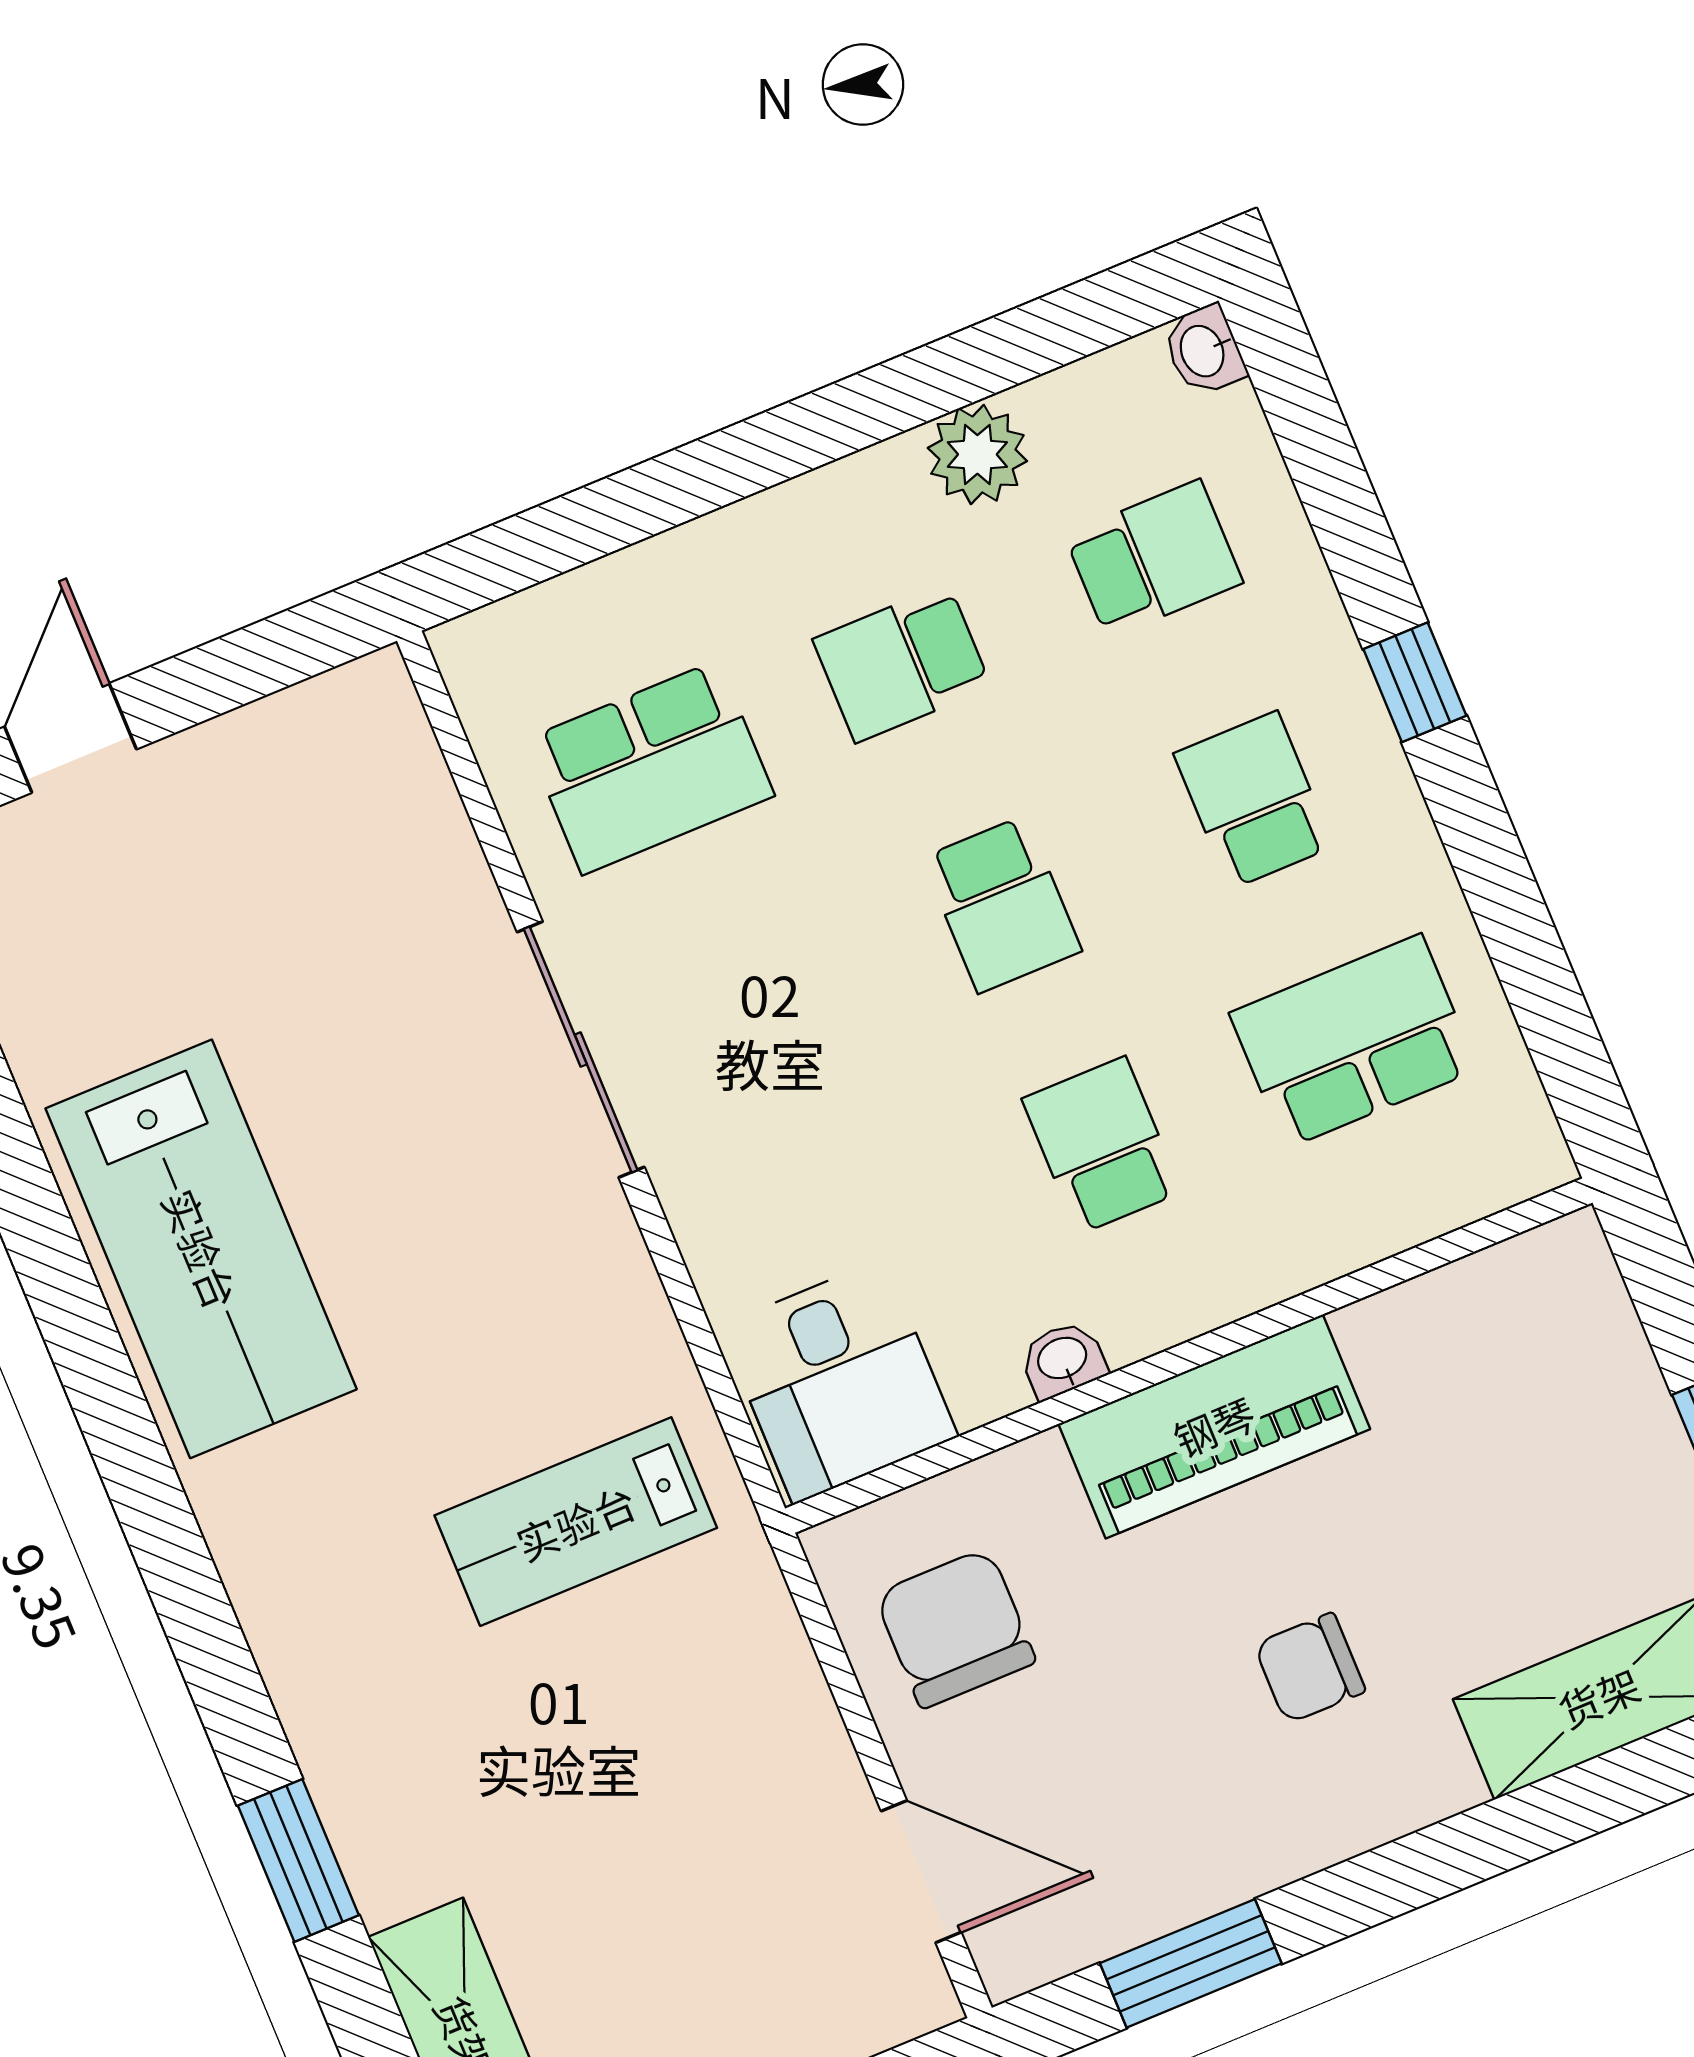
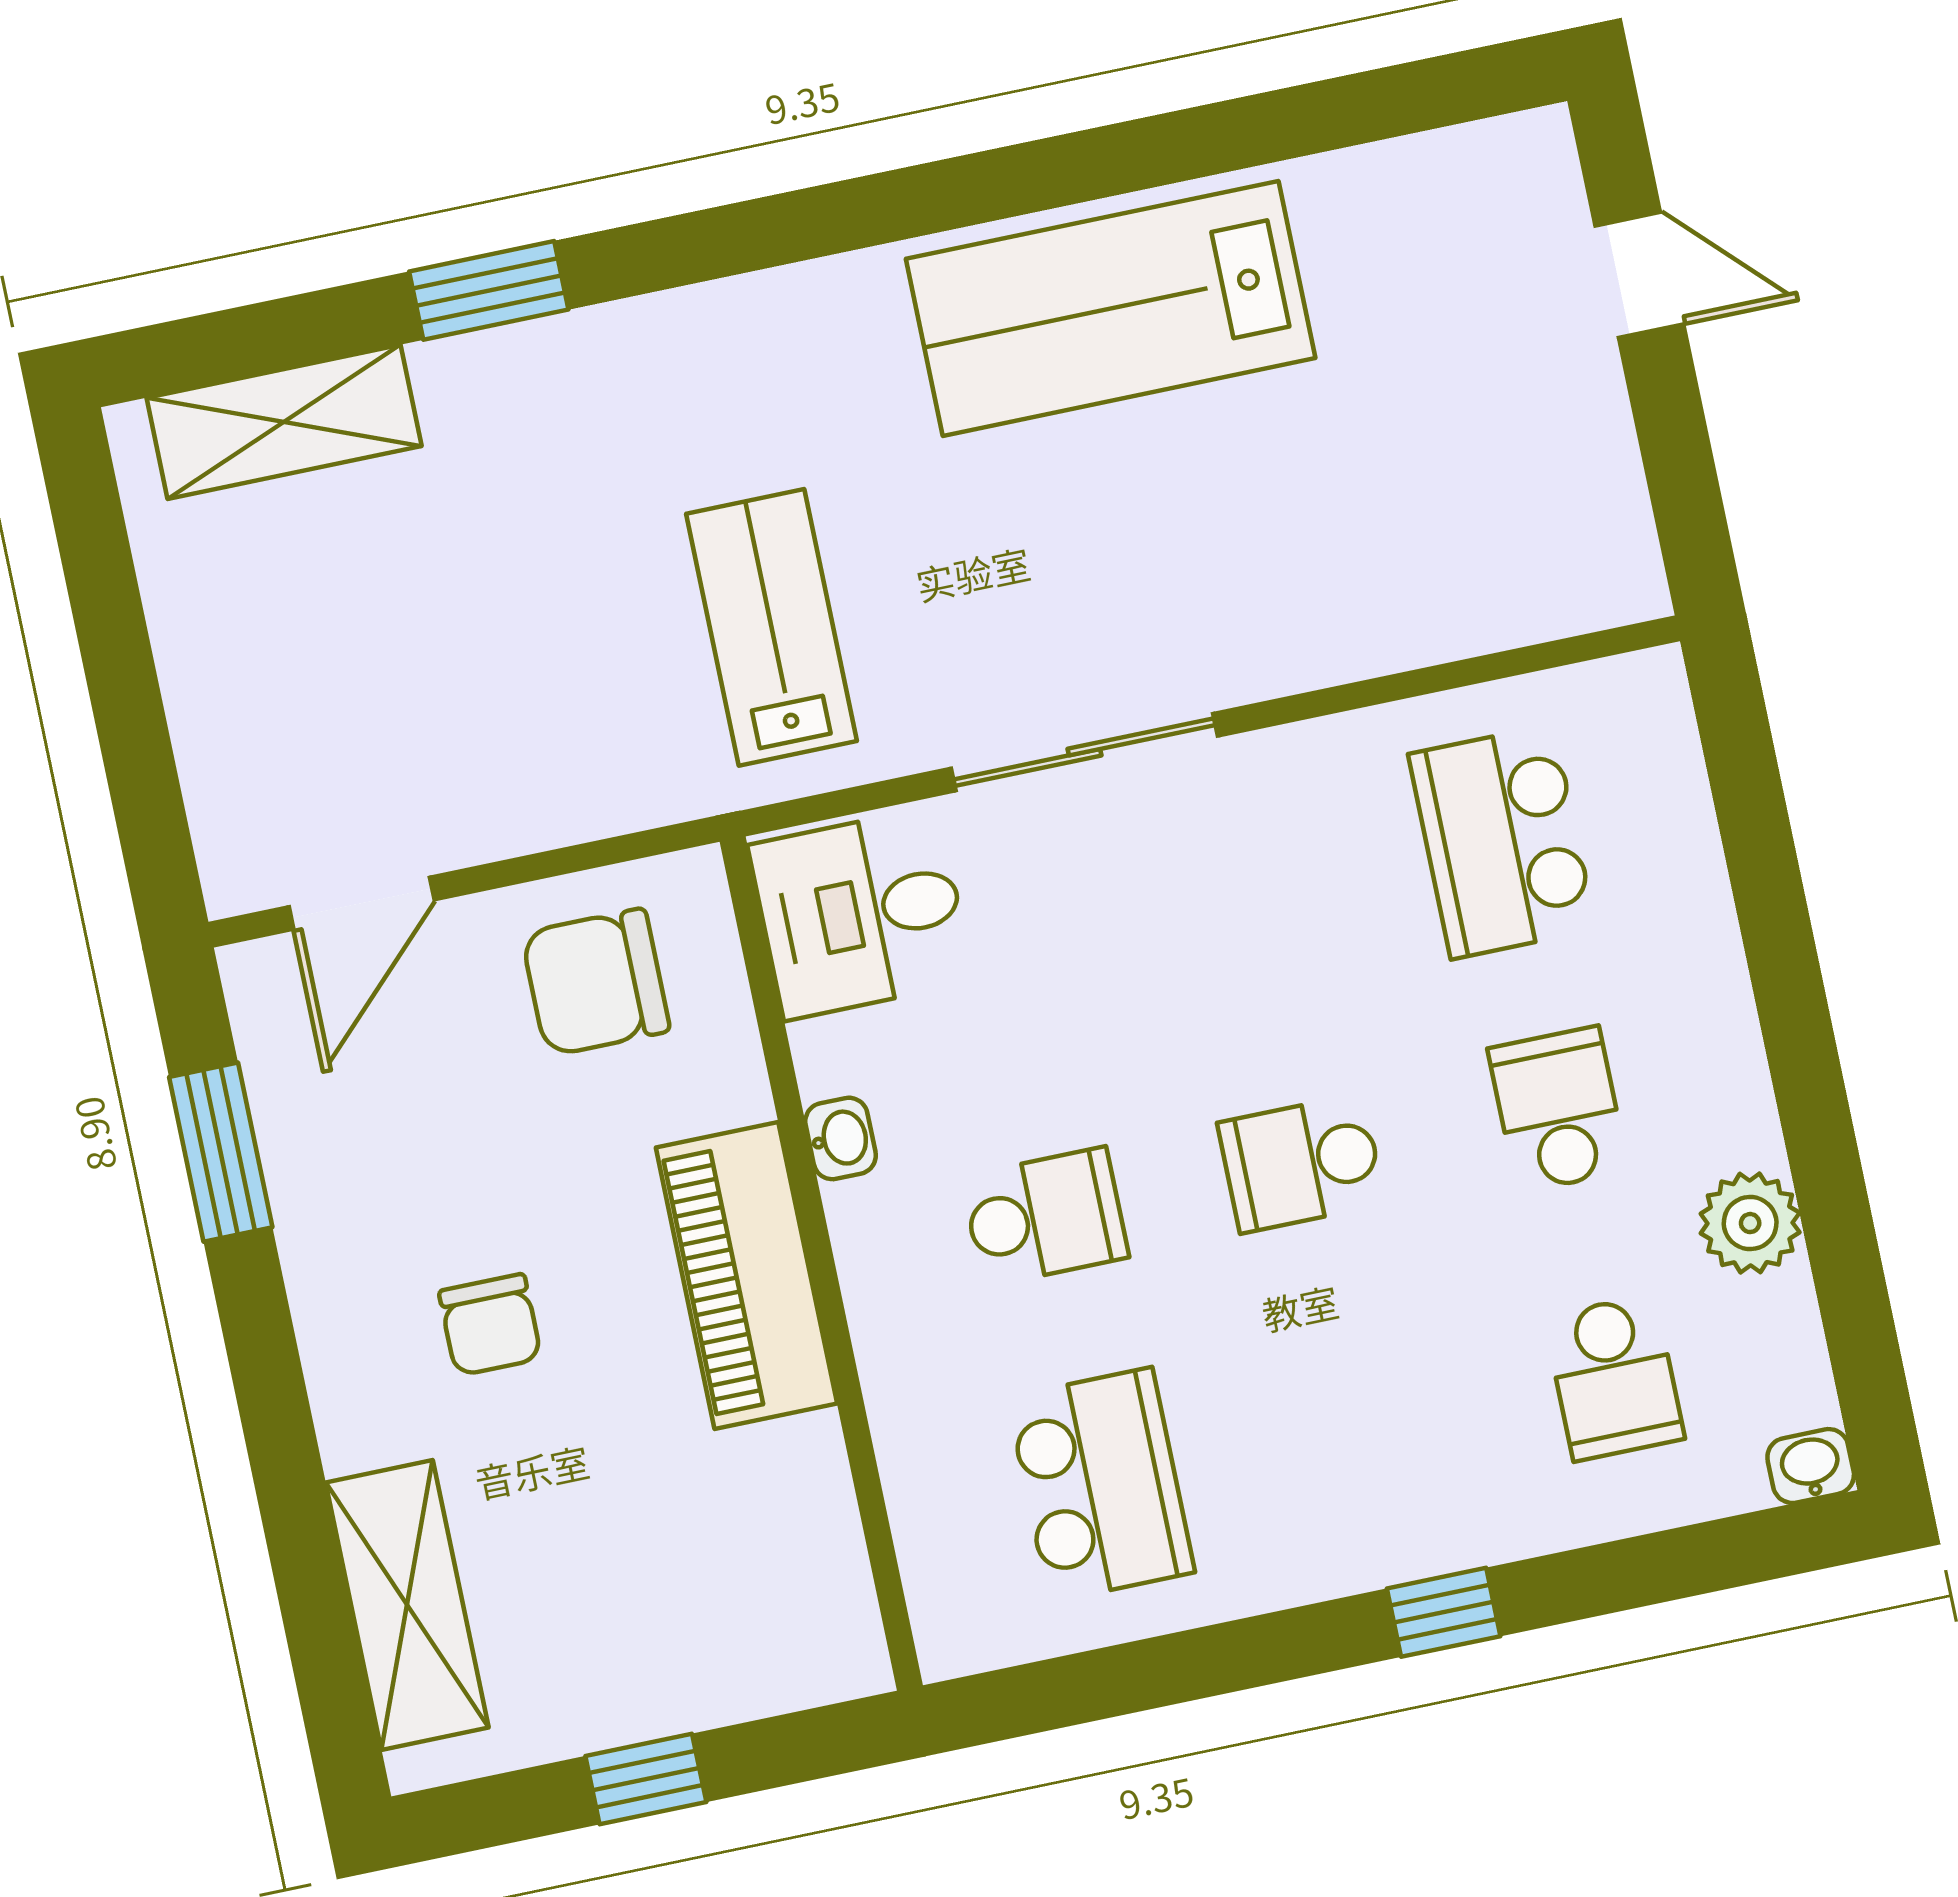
school desk: (1254, 800) -> (1357, 1431), removed
sliding door: (581, 1050) -> (1084, 752), moved
chair: (955, 1628) -> (596, 982), turned 180
chair: (1310, 1668) -> (490, 1325), turned 180

